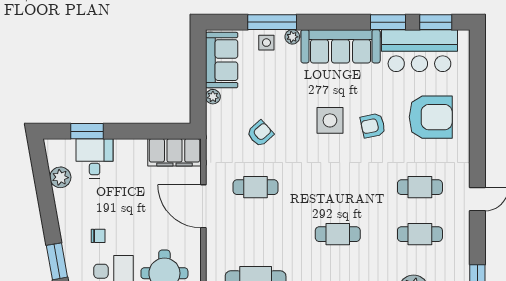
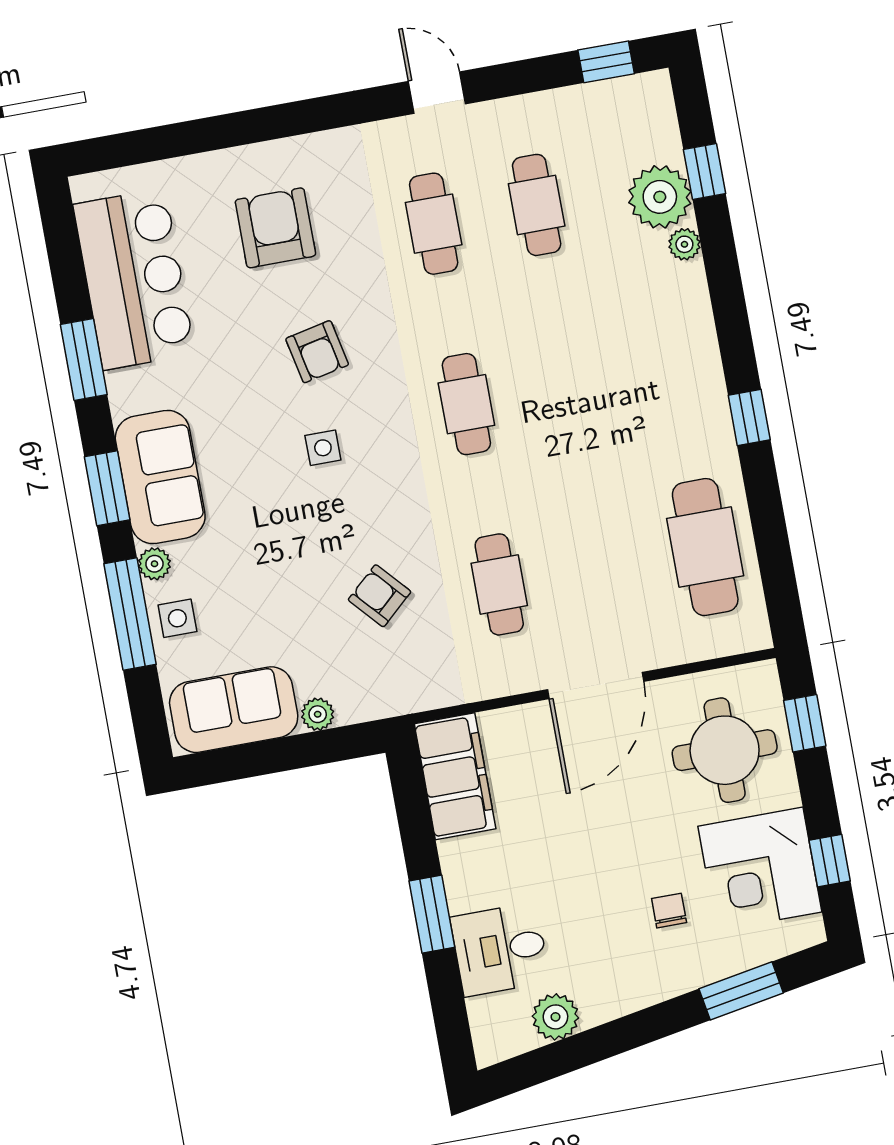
window: (436, 22) -> (107, 488), moved
sofa: (341, 46) -> (160, 477), width x0.73
armchair: (431, 117) -> (275, 228), width x0.73, depth x0.73
side table: (330, 120) -> (323, 448), width x0.54, depth x0.54
window: (87, 131) -> (432, 914), moved
door: (203, 206) -> (596, 685), moved
cafe table: (338, 234) -> (466, 404), moved

